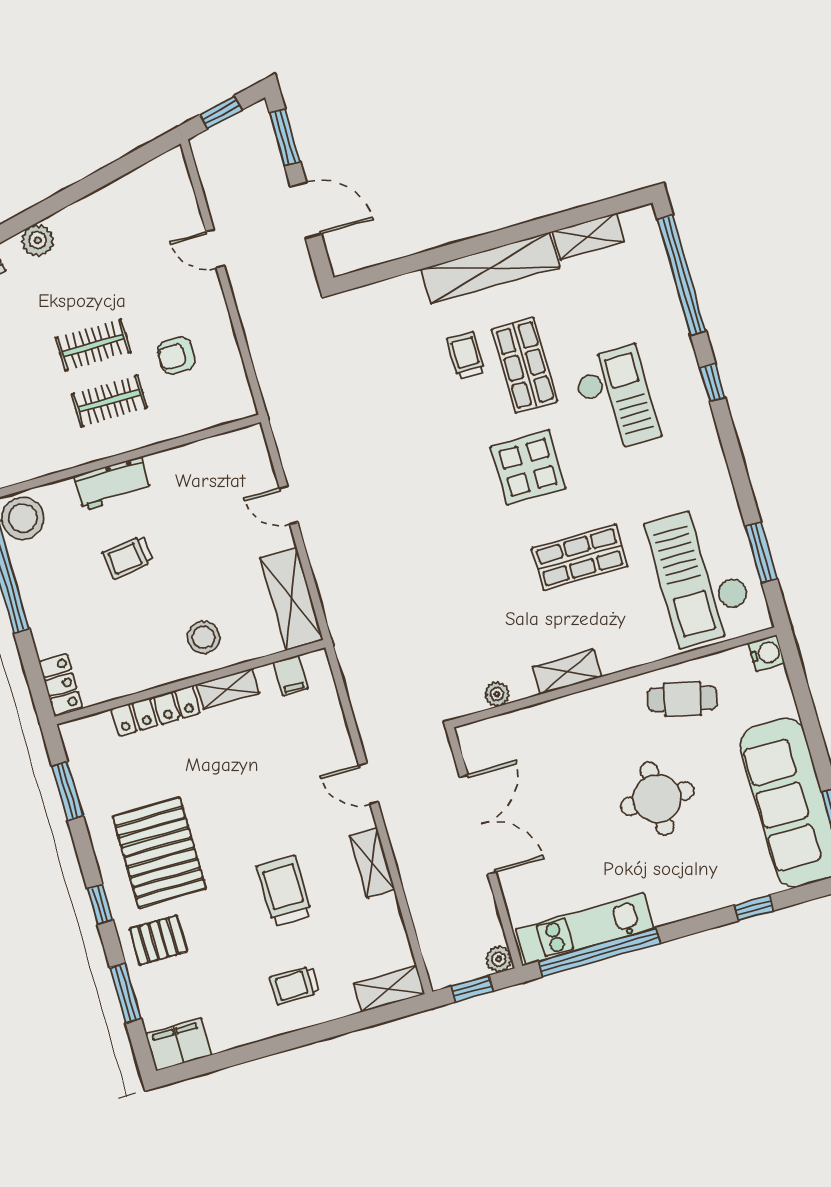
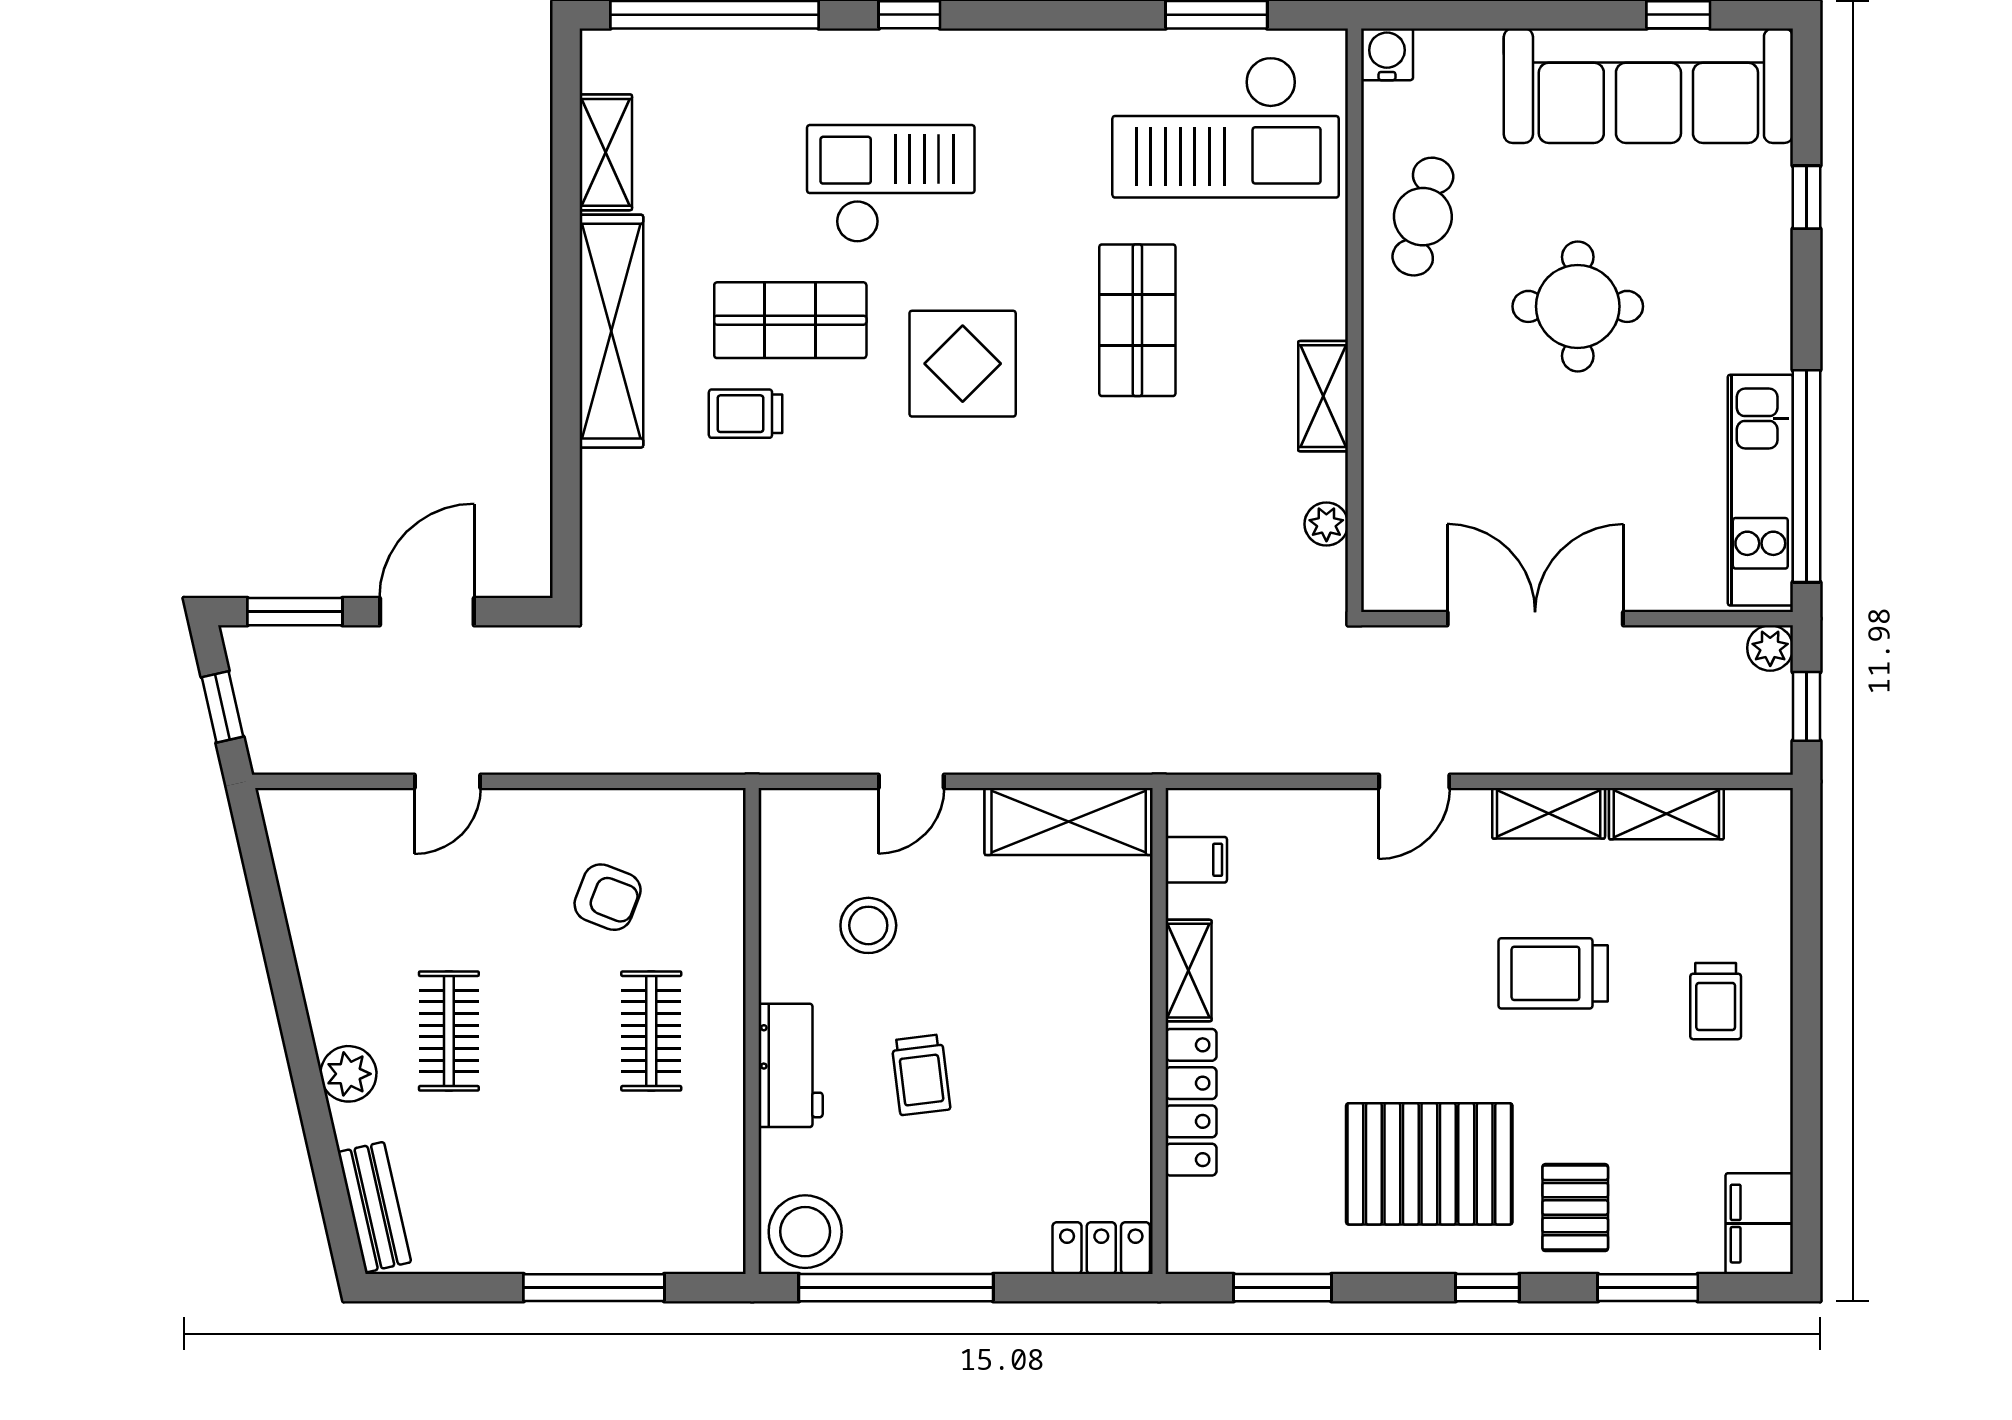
clothes rail: (93, 345) -> (449, 1031), moved
armchair: (176, 356) -> (608, 897), turned -69
stool: (204, 637) -> (868, 925), moved
shelving: (389, 989) -> (1666, 814), moved, turned 90

